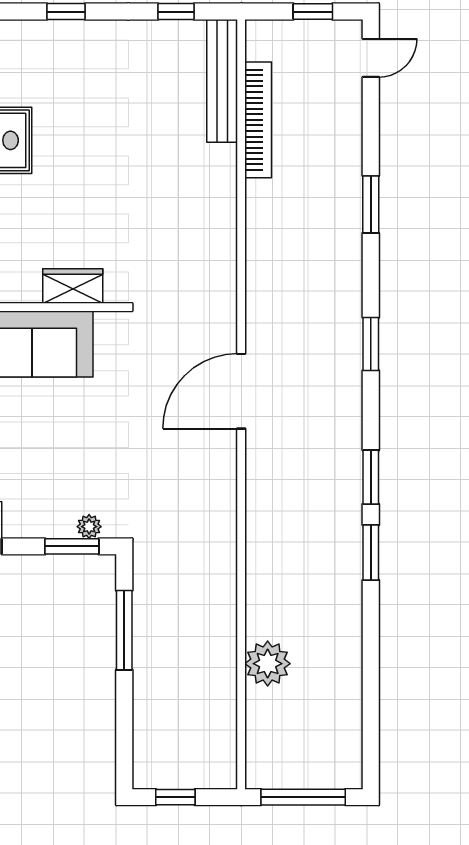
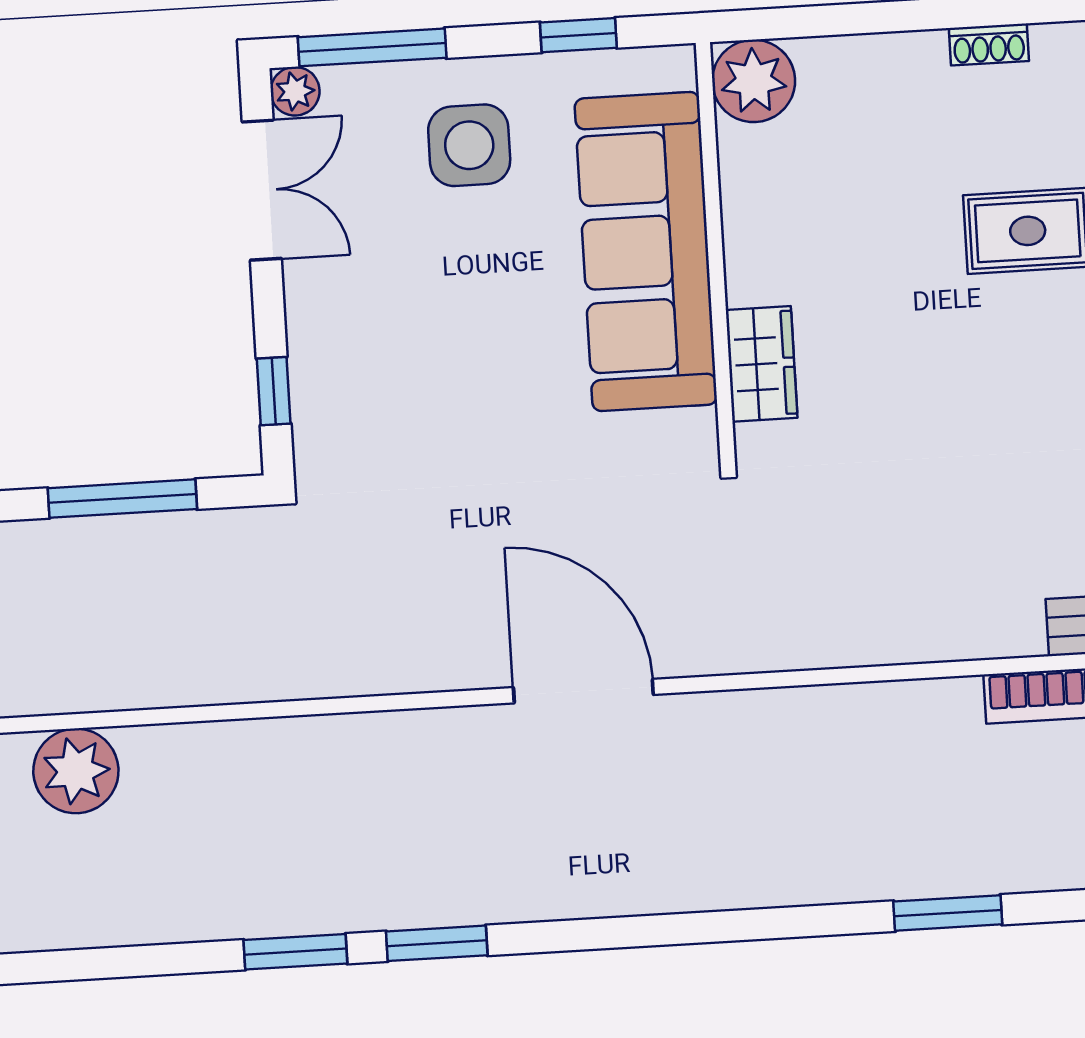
window: (371, 344) -> (686, 929), removed
plant: (89, 527) -> (313, 421), removed
window: (72, 546) -> (274, 391), width x0.67

